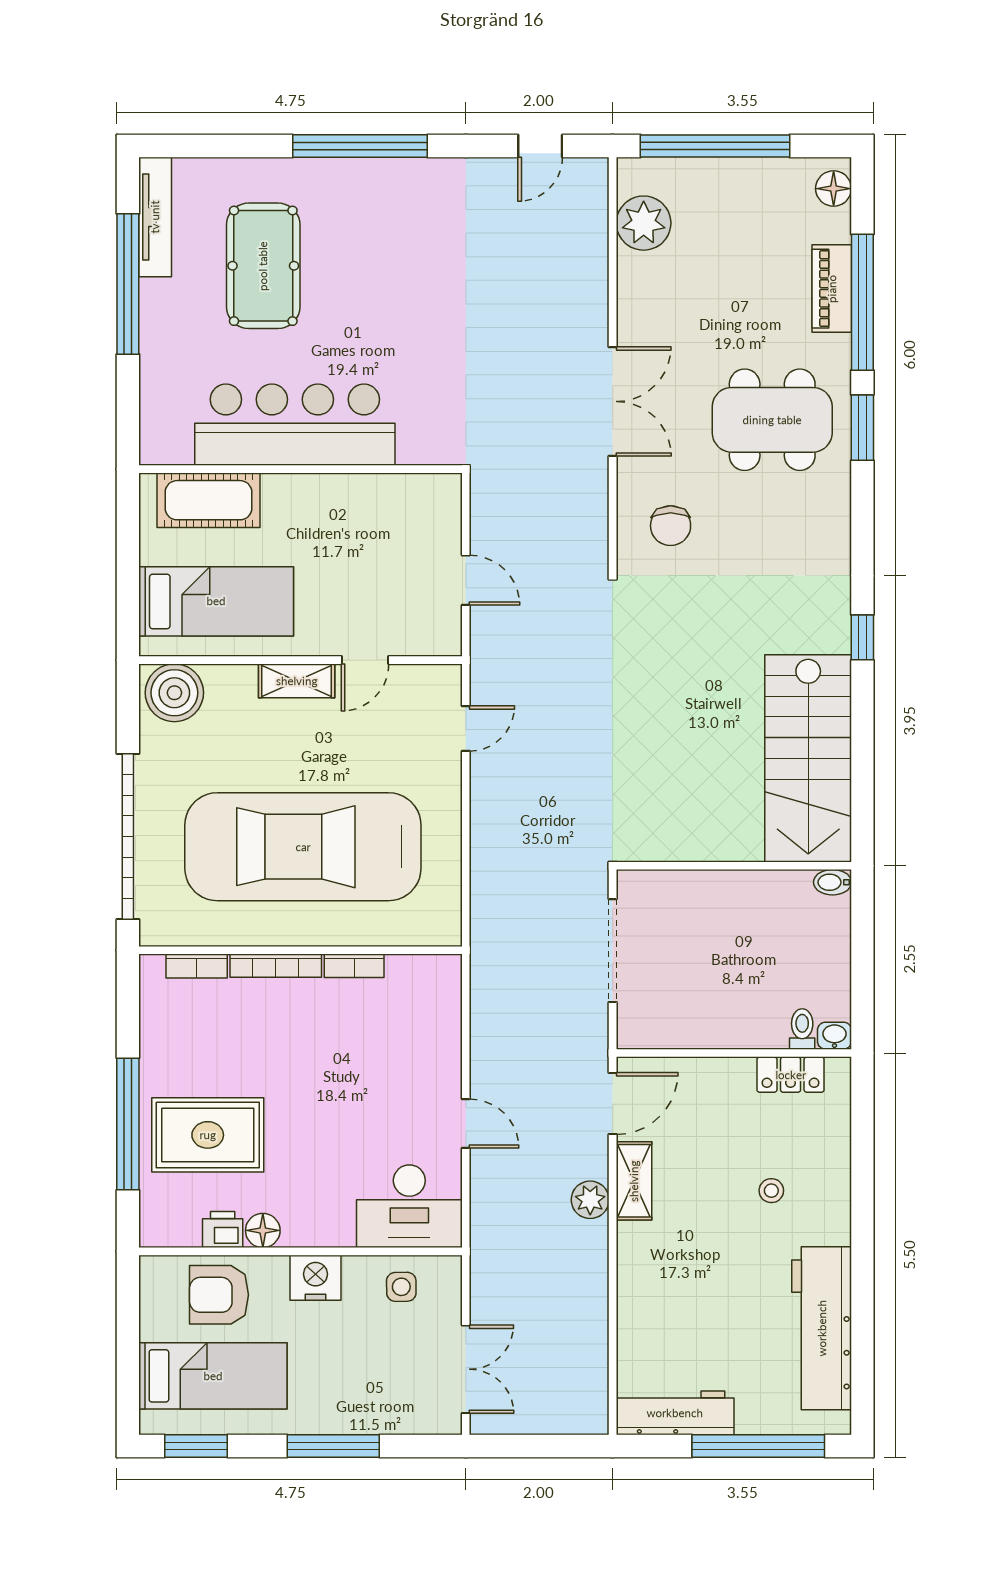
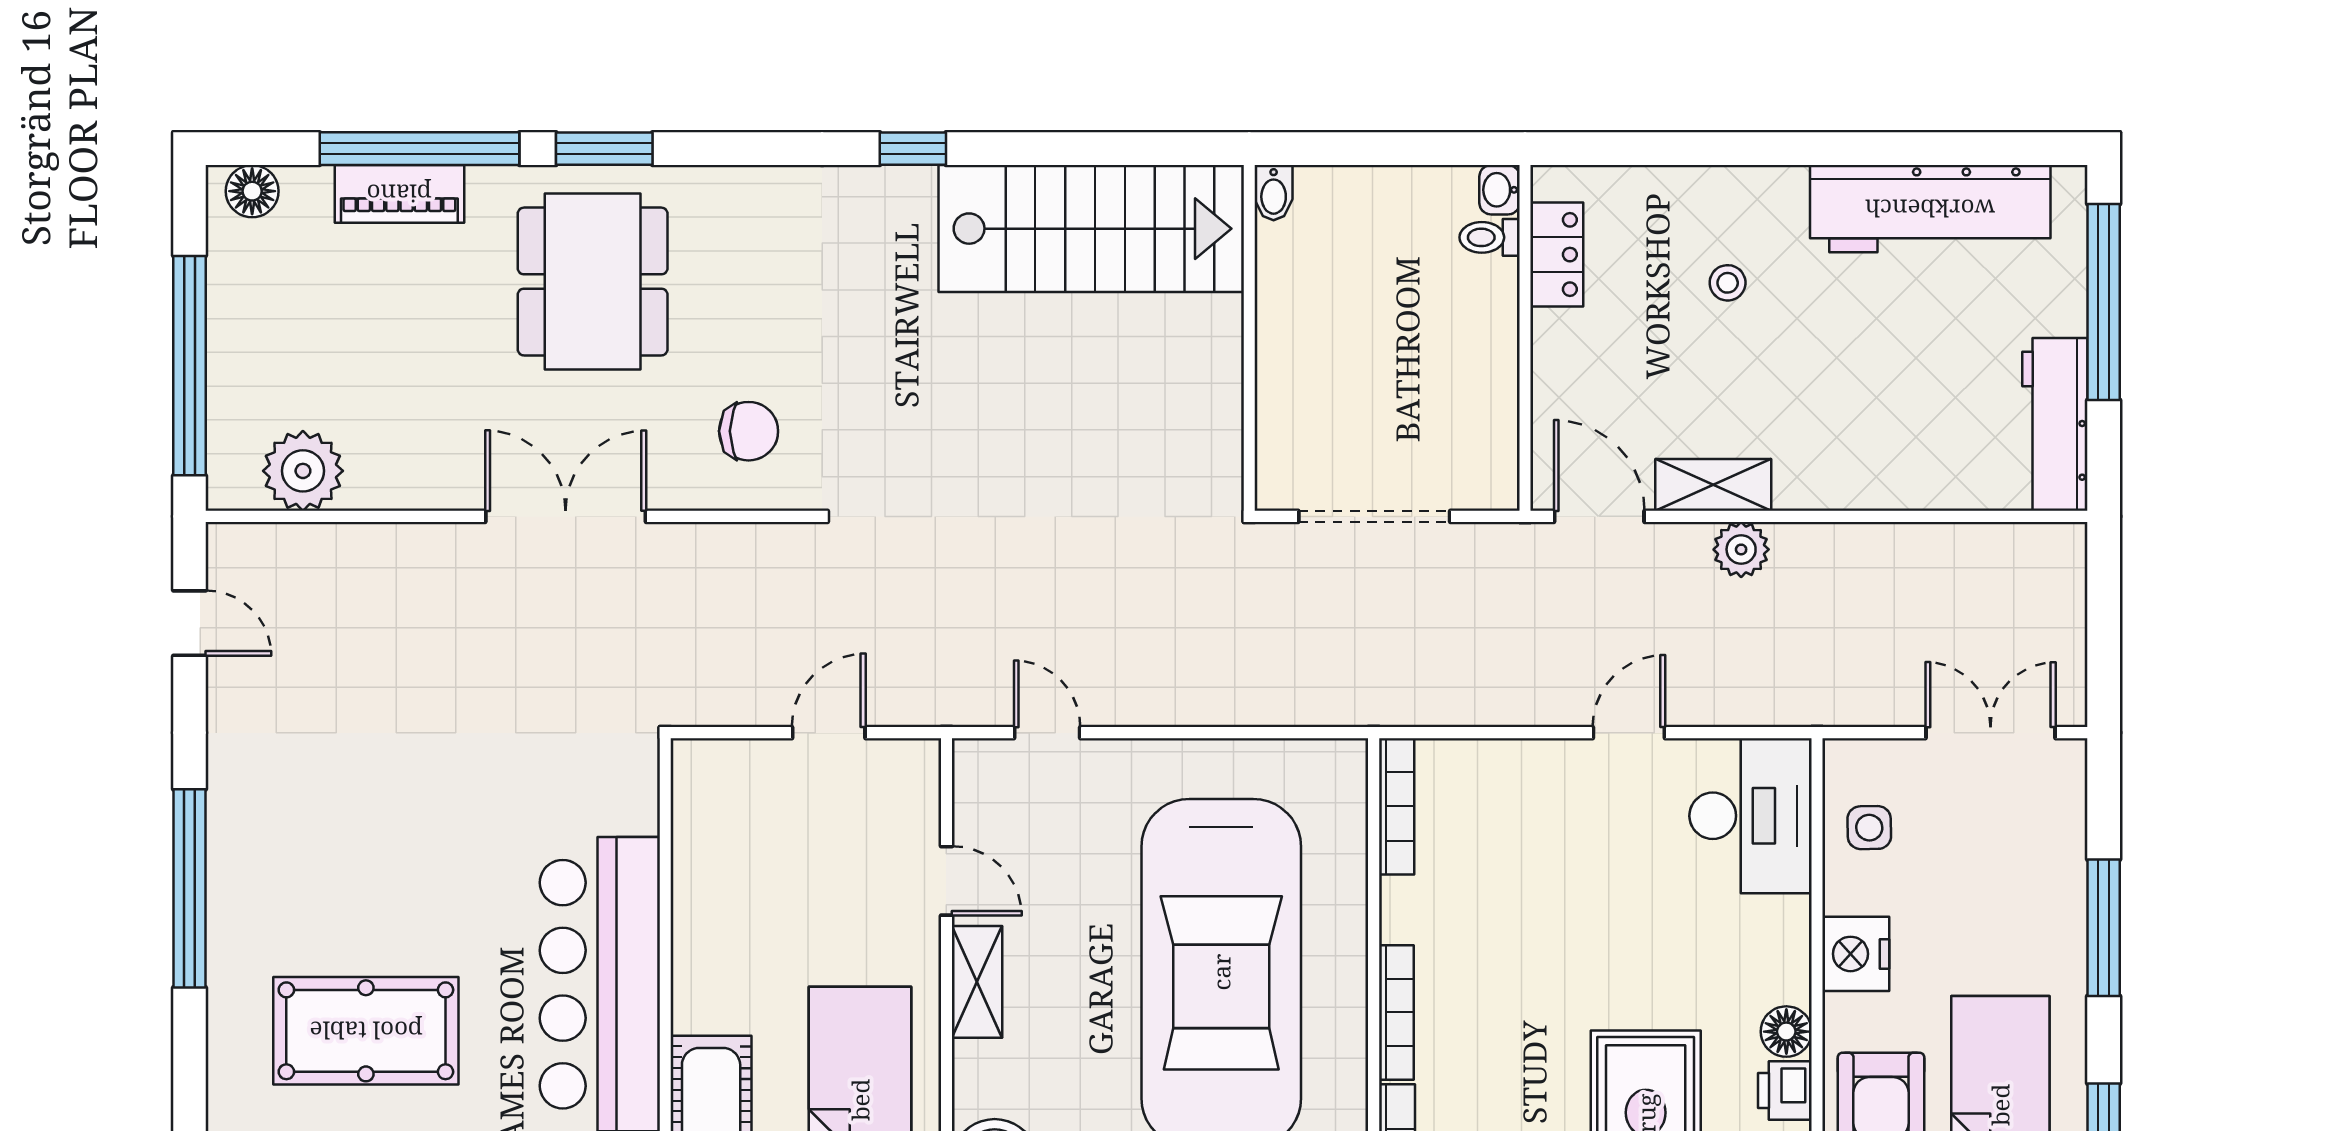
bookcase: (354, 966) -> (1397, 806), moved, width x1.56

